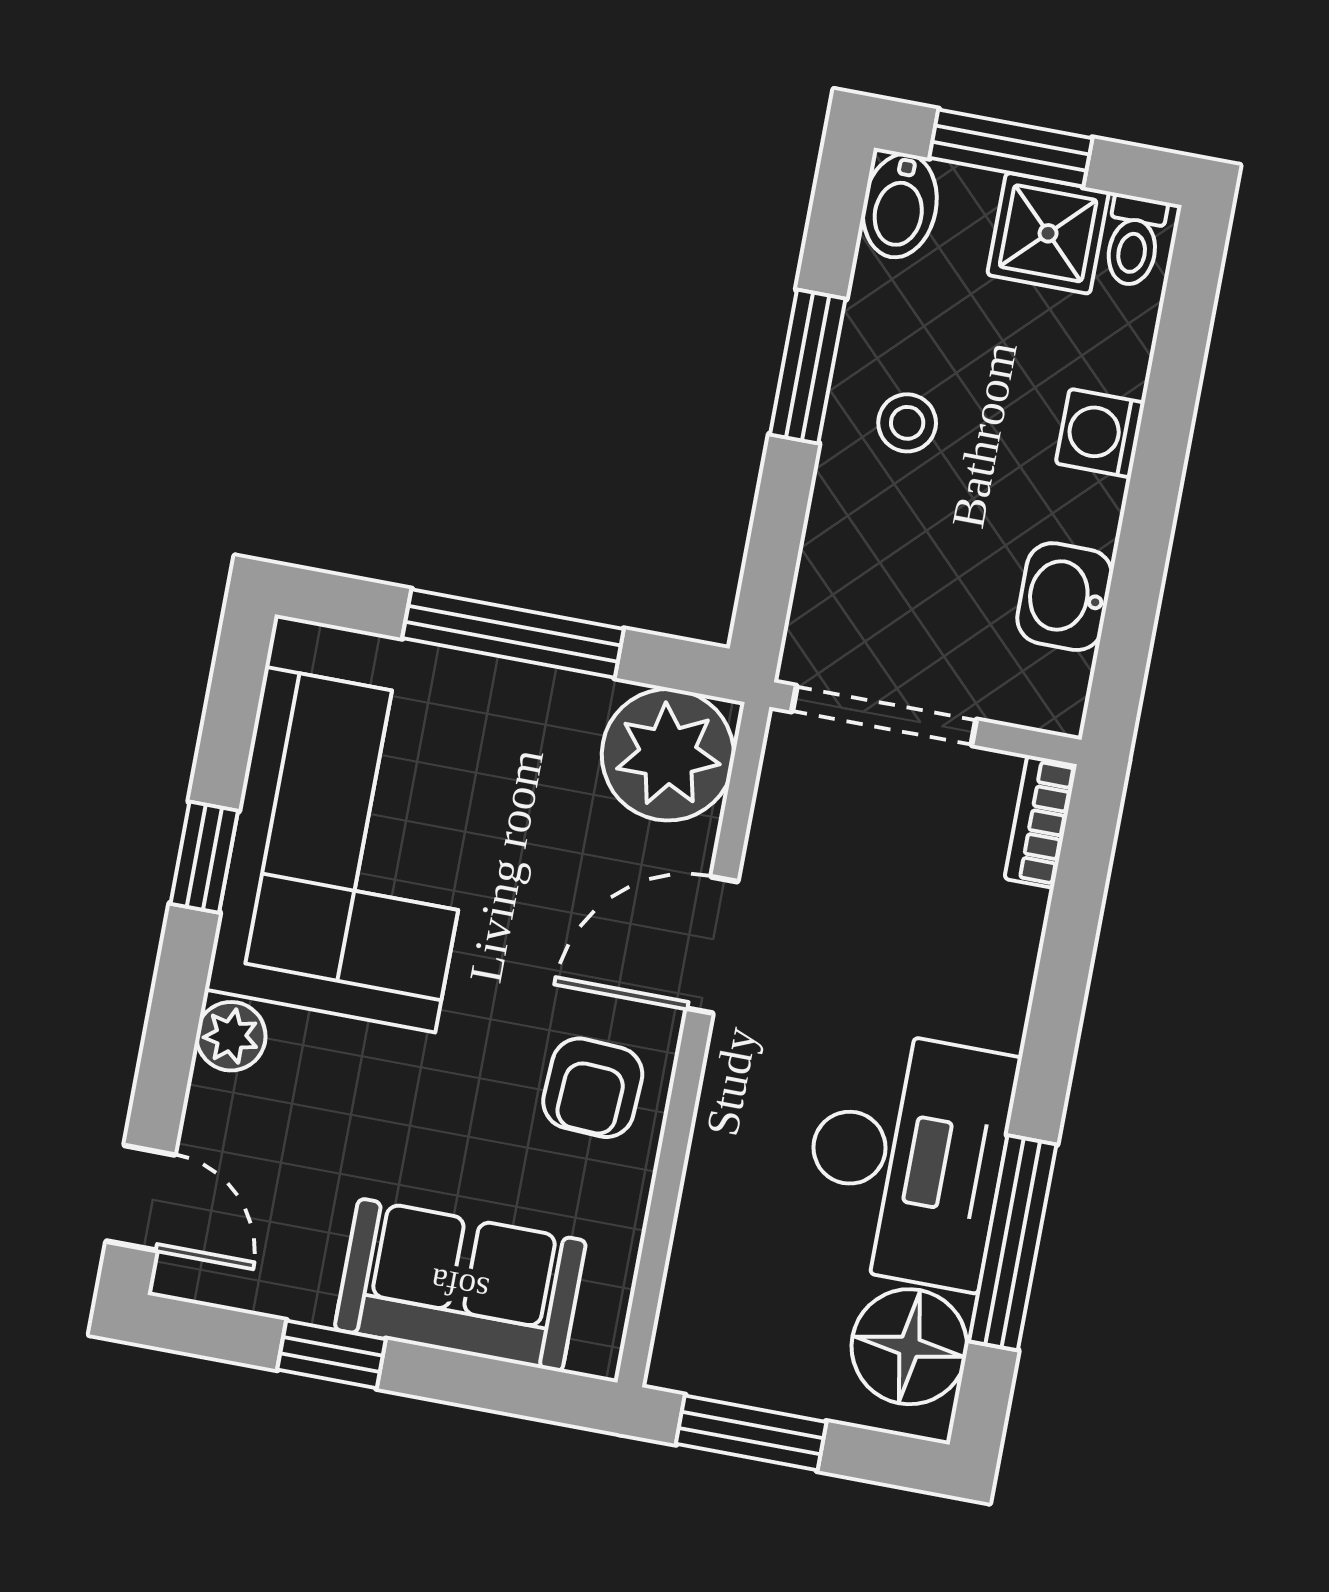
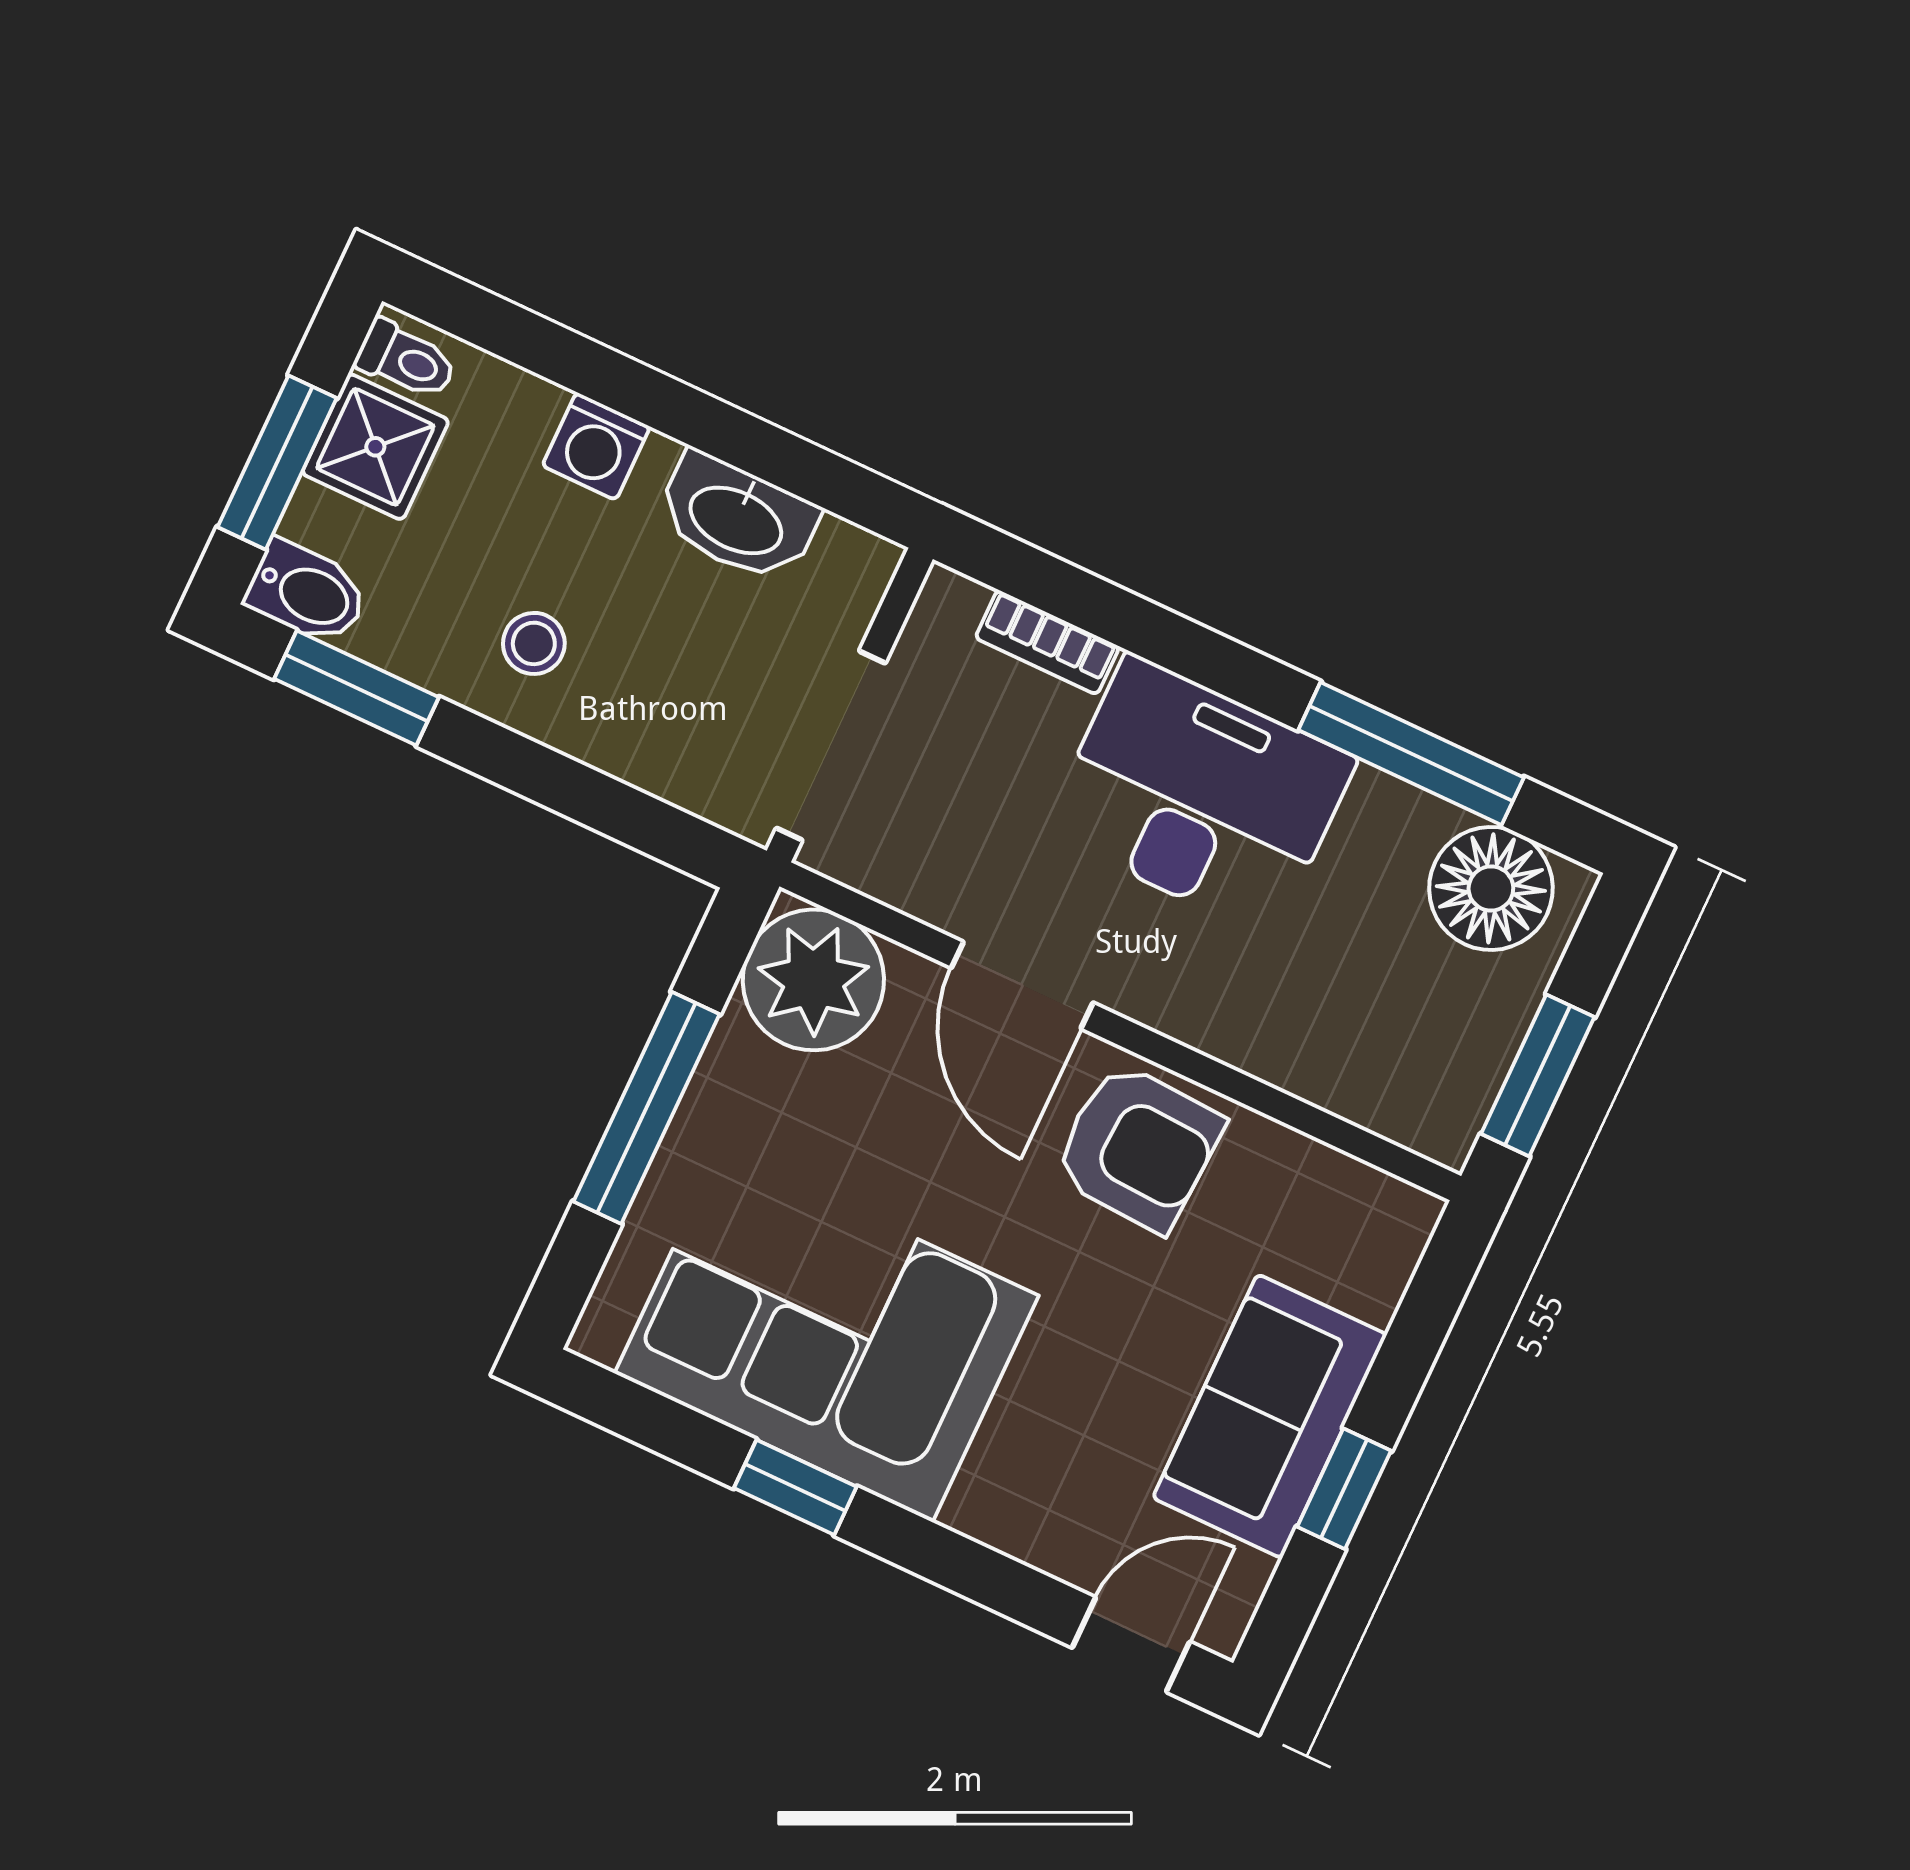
window: (808, 367) -> (356, 688), moved
washbasin: (1065, 597) -> (737, 518), width x1.38
bookcase: (1041, 822) -> (1047, 642), moved
plant: (231, 1036) -> (988, 1508), removed
armchair: (593, 1088) -> (1138, 1147), width x1.38, depth x1.38
desk: (907, 1158) -> (1200, 796), moved
sofa: (460, 1285) -> (1270, 1416), moved

